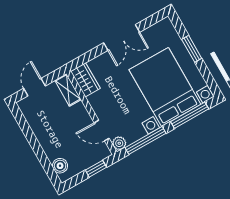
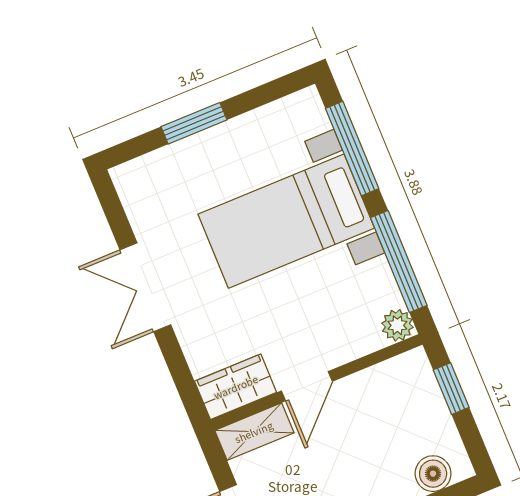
double door: (122, 37) -> (145, 287), swing flipped
bed with nightstands: (165, 87) -> (286, 221), width x0.73
door: (102, 131) -> (307, 386), moved

